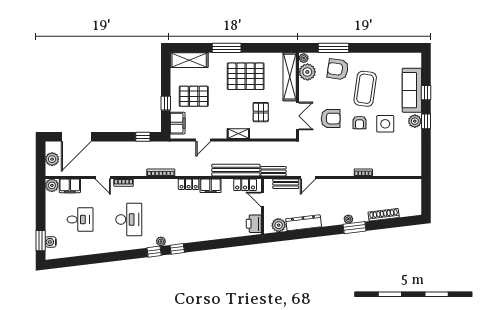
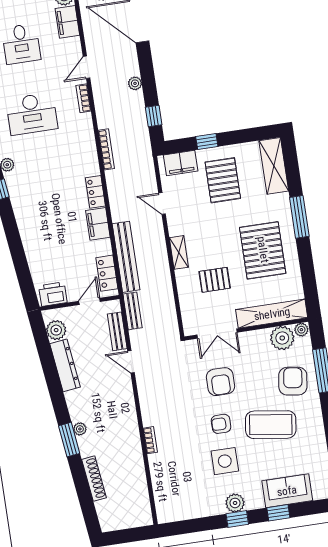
sofa: (412, 90) -> (287, 491), width x0.73
plant: (119, 146) -> (135, 83), added

